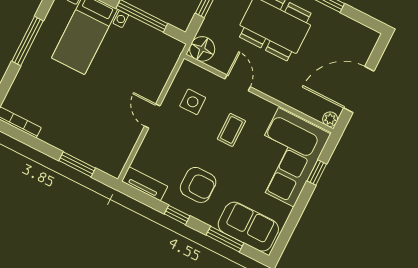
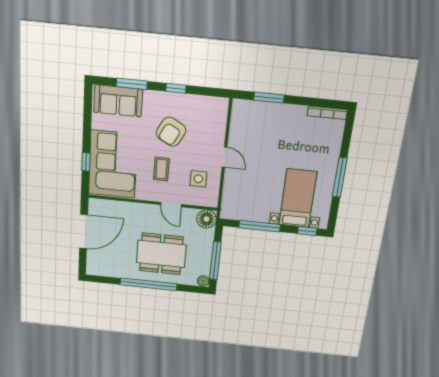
plant: (330, 119) -> (94, 204), removed
tv unit: (145, 184) -> (211, 103), removed
armchair: (198, 185) -> (171, 132), moved, turned -62

